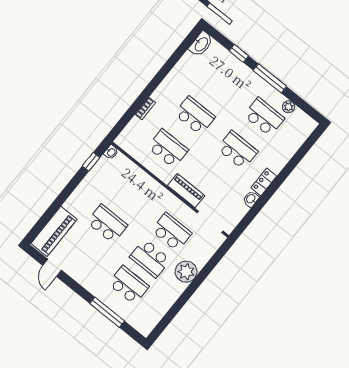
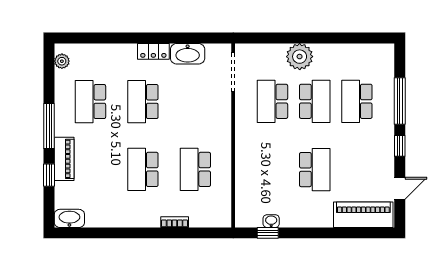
plant: (289, 107) -> (62, 61), moved
washbasin: (111, 152) -> (271, 221), moved
piano: (186, 191) -> (64, 159), moved, turned 180
washbasin: (251, 199) -> (188, 54), width x1.91, depth x1.45
school desk: (107, 224) -> (315, 170), turned 180
window: (79, 289) -> (400, 146), added

